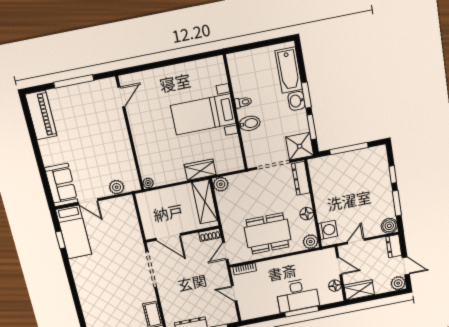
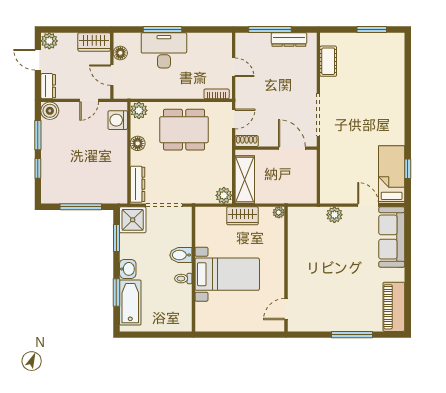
window: (306, 95) -> (116, 292), moved
door: (121, 97) -> (286, 309), moved
wall: (130, 134) -> (286, 269), moved
plant: (148, 183) -> (279, 212), moved
sofa: (61, 185) -> (392, 237), width x1.36

